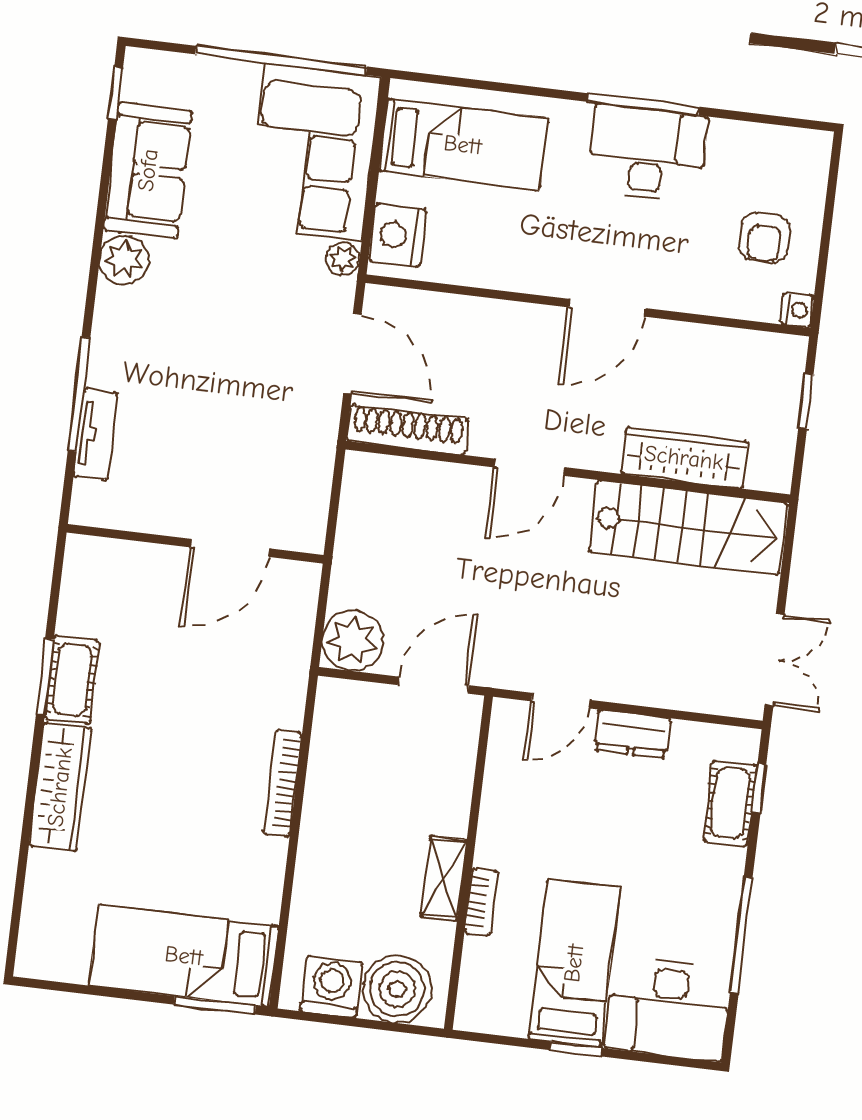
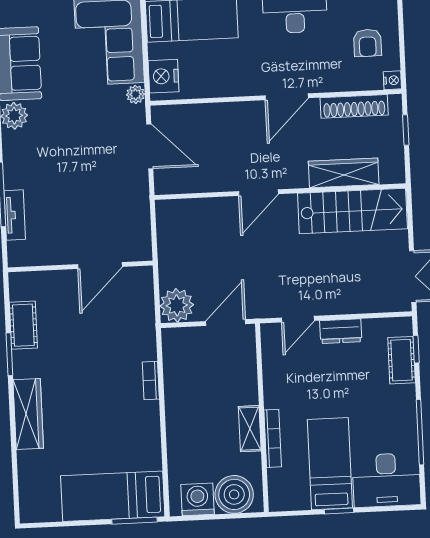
shoe rack: (408, 430) -> (354, 106), moved, turned 180
cot: (72, 680) -> (23, 325), moved
bookcase: (283, 783) -> (151, 380), width x0.64
bookcase: (481, 902) -> (273, 438), width x1.56

